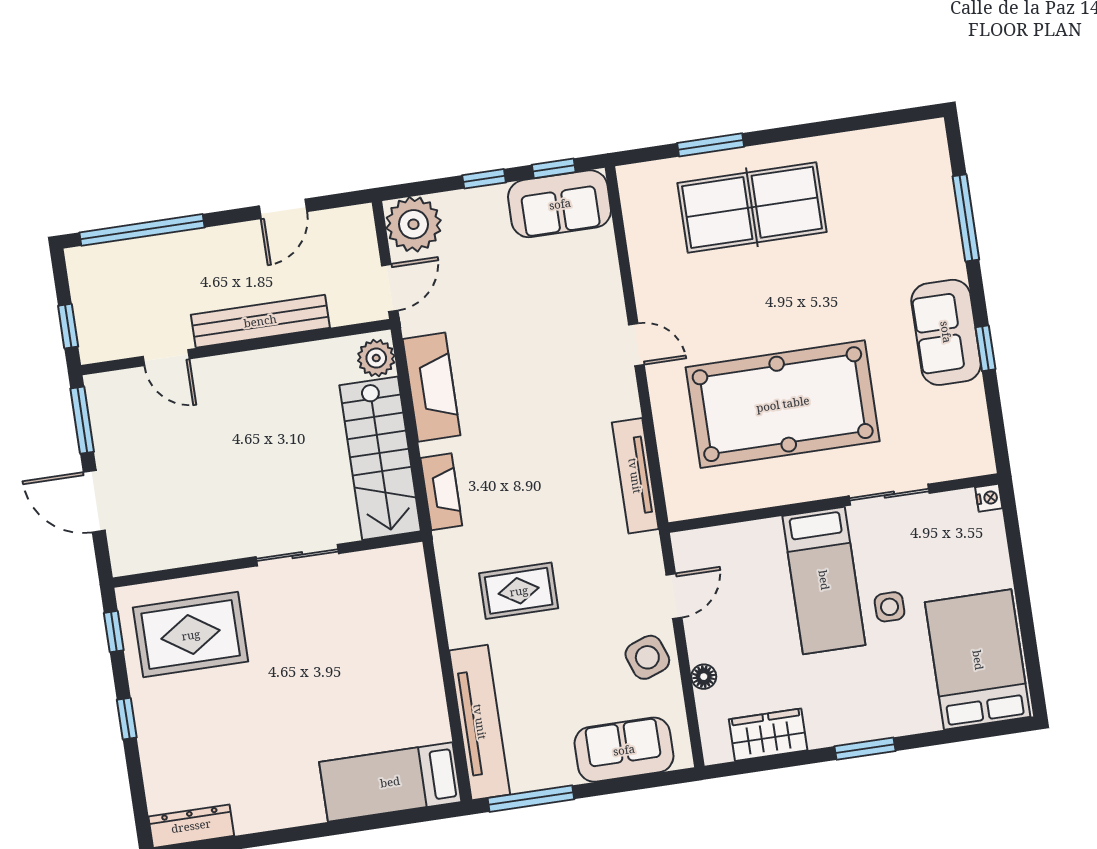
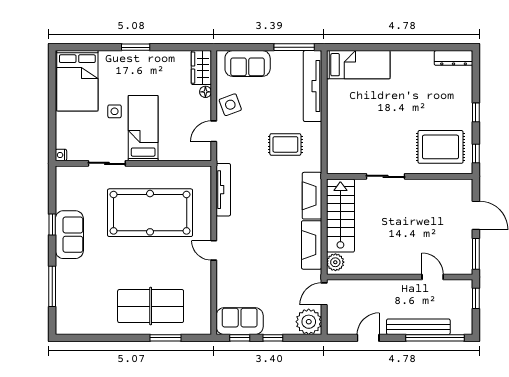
bench: (260, 321) -> (418, 327), moved
fireplace: (441, 492) -> (312, 196), width x1.37, depth x1.32
wardrobe: (768, 735) -> (201, 68), moved, turned 90

